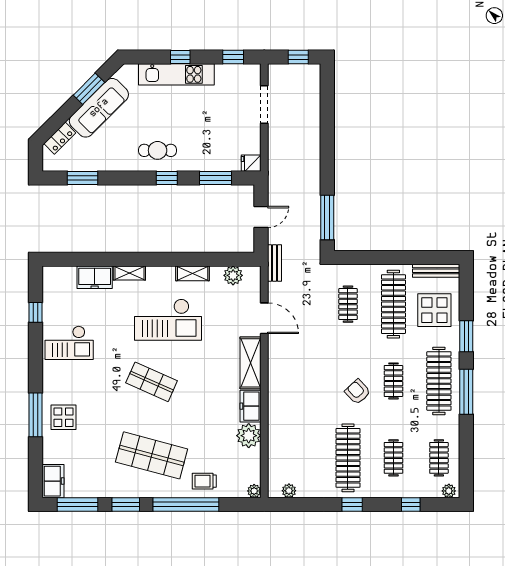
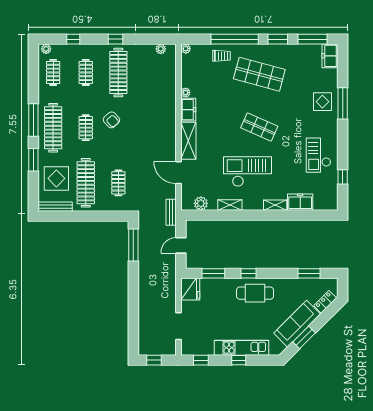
cafe table: (158, 150) -> (255, 293), width x1.37, depth x1.35
fridge: (251, 163) -> (190, 289), width x1.88, depth x1.34
checkout: (69, 343) -> (318, 155), turned -90
plant: (249, 436) -> (186, 93), width x0.53, depth x0.53

